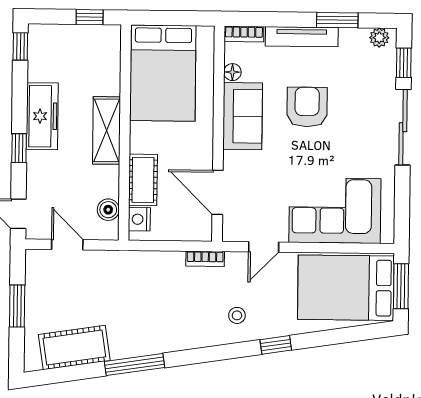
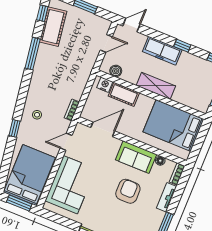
tv unit: (302, 37) -> (166, 197), width x0.71
armchair: (307, 107) -> (128, 191), turned -90
freezer: (42, 116) -> (162, 51), moved
window: (19, 148) -> (182, 46), moved
door: (264, 247) -> (66, 142), hinge flipped
window: (59, 375) -> (42, 13), added

